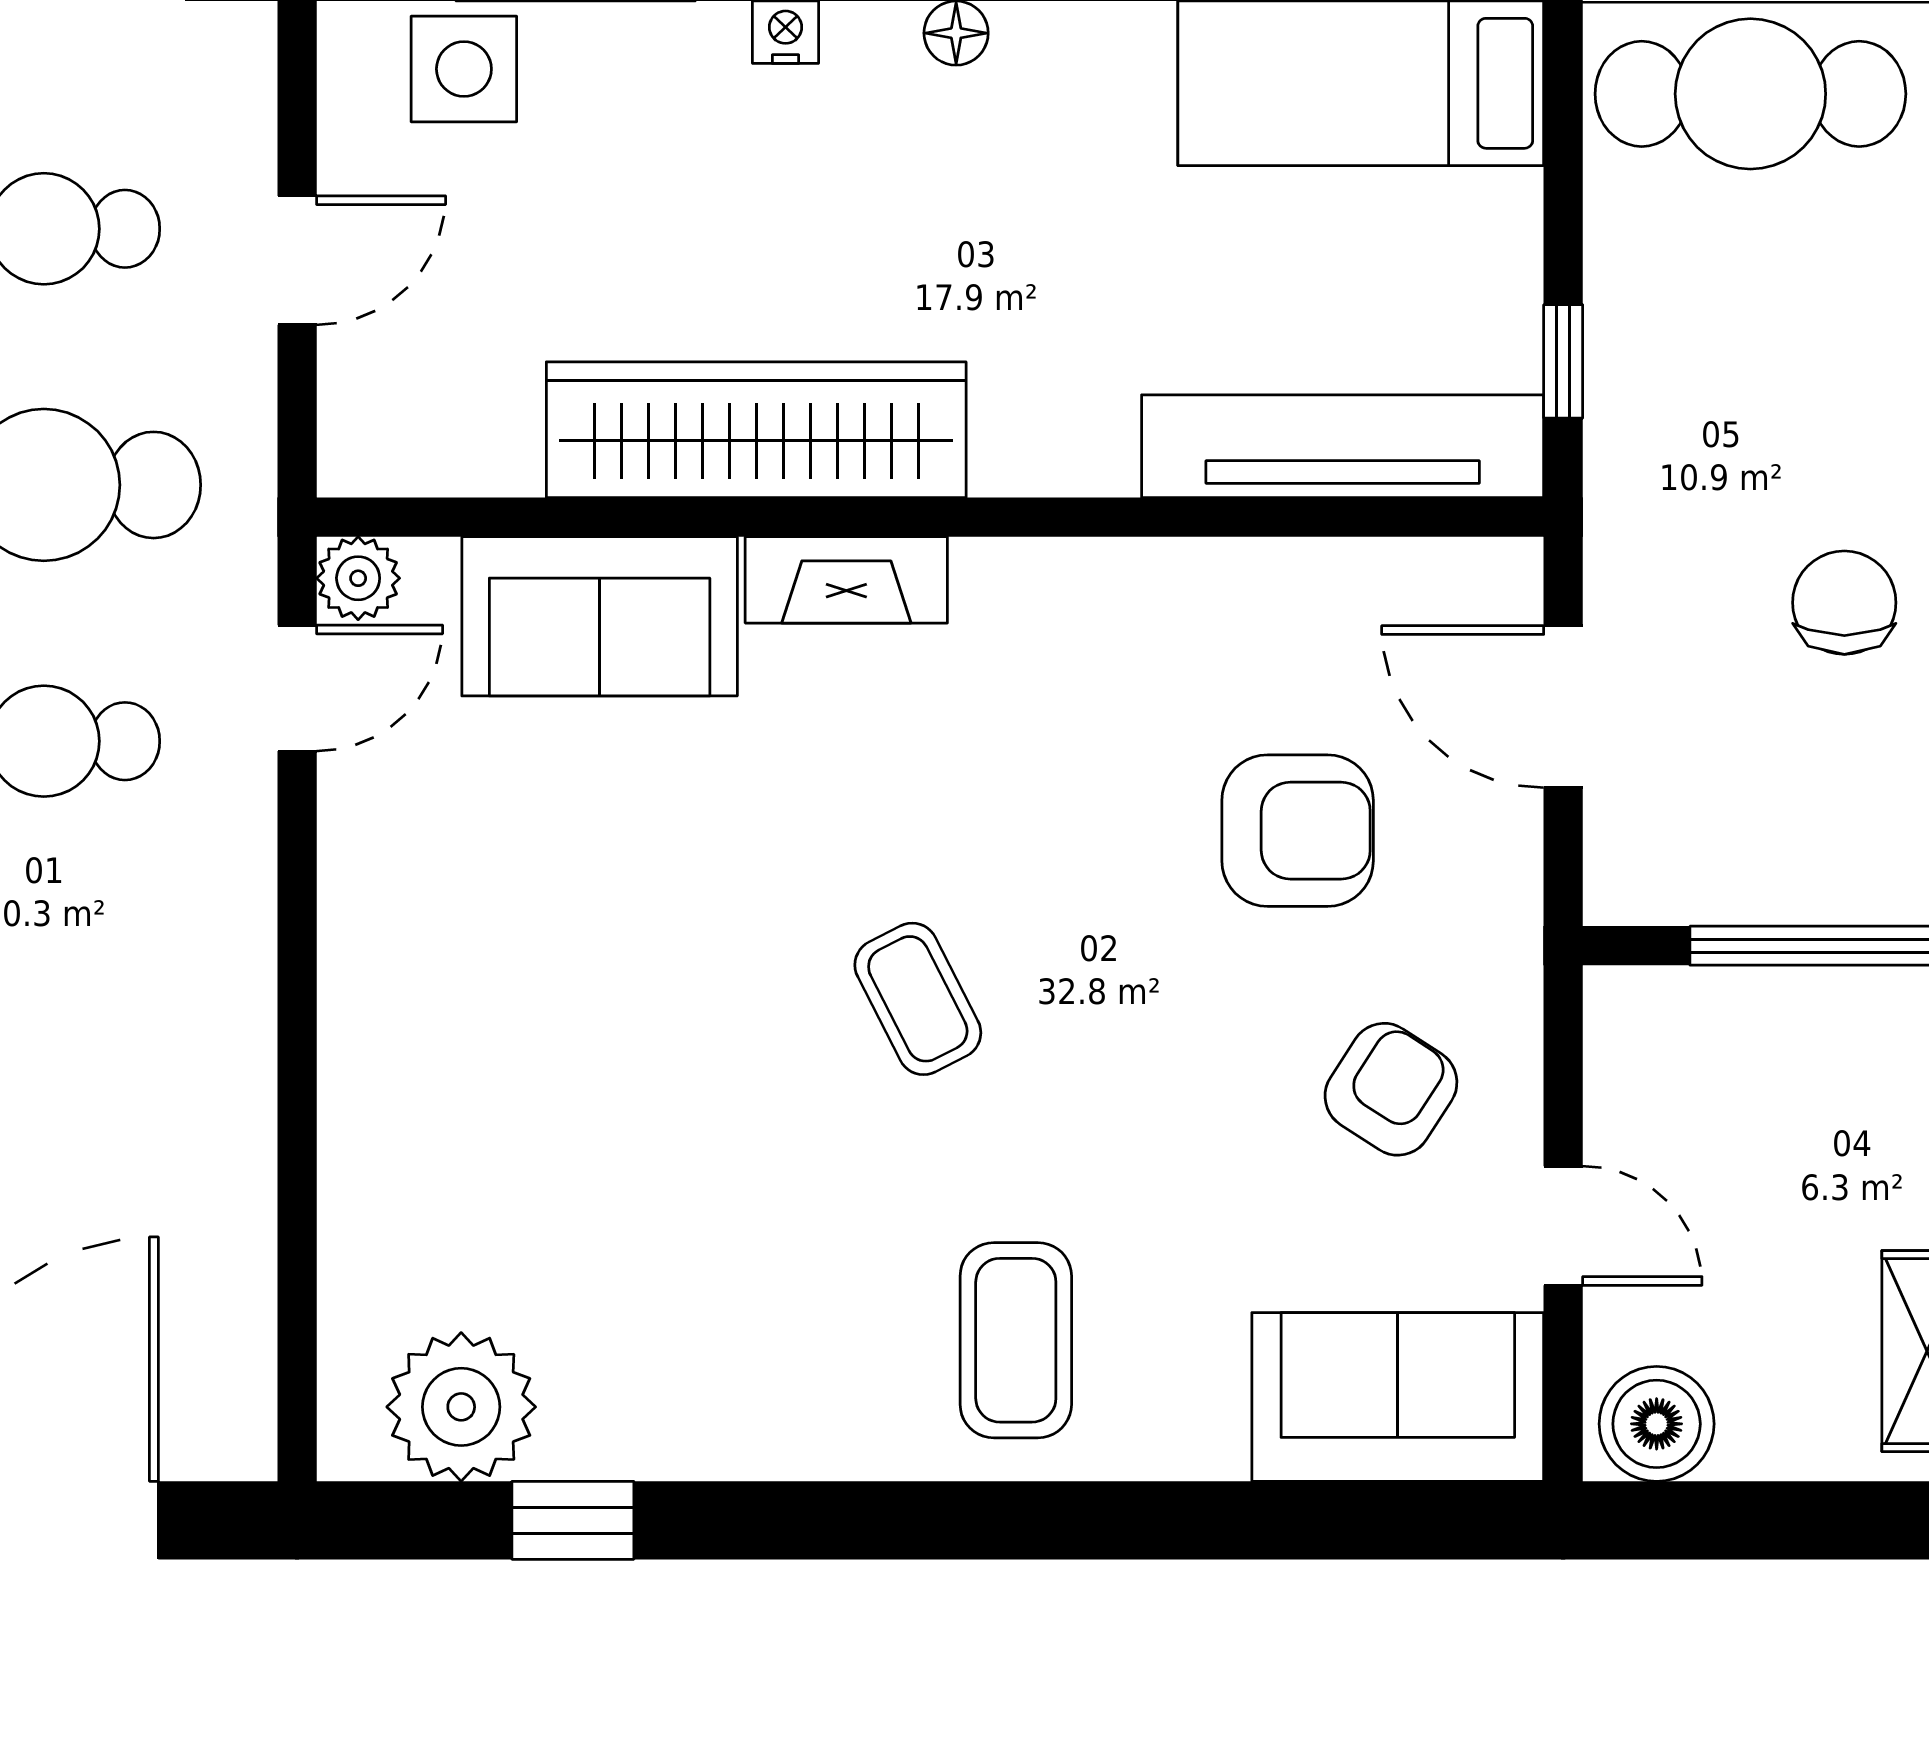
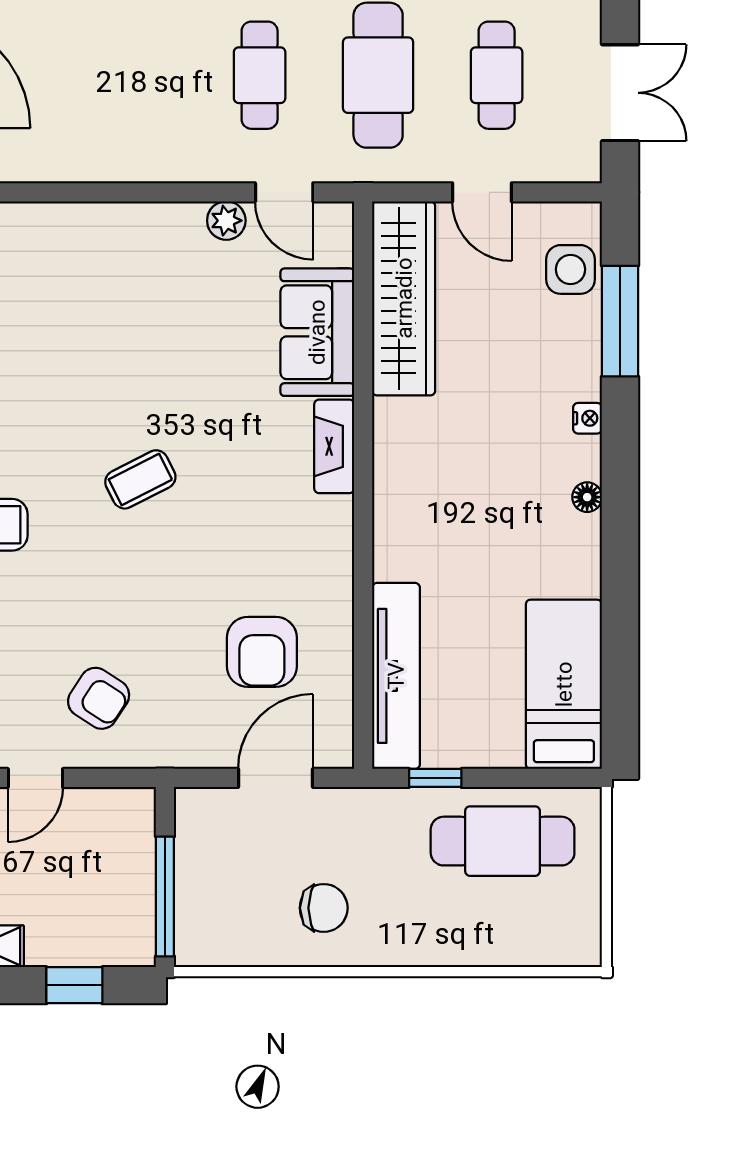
cafe table: (1750, 94) -> (503, 841), moved, turned 90
wardrobe: (756, 430) -> (404, 298), moved
plant: (358, 578) -> (226, 221), moved
armchair: (1298, 831) -> (262, 652), moved

